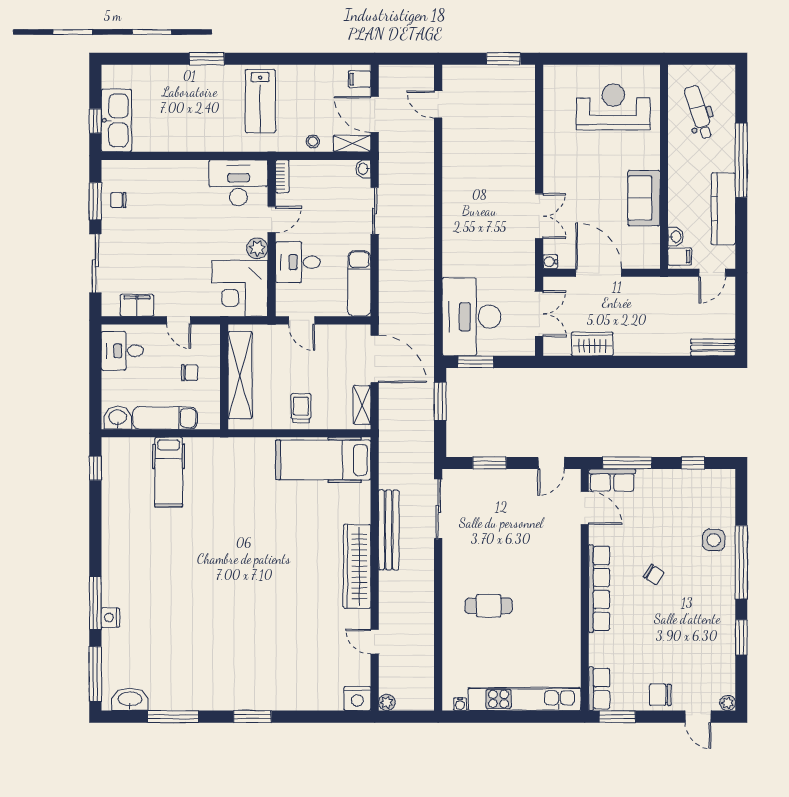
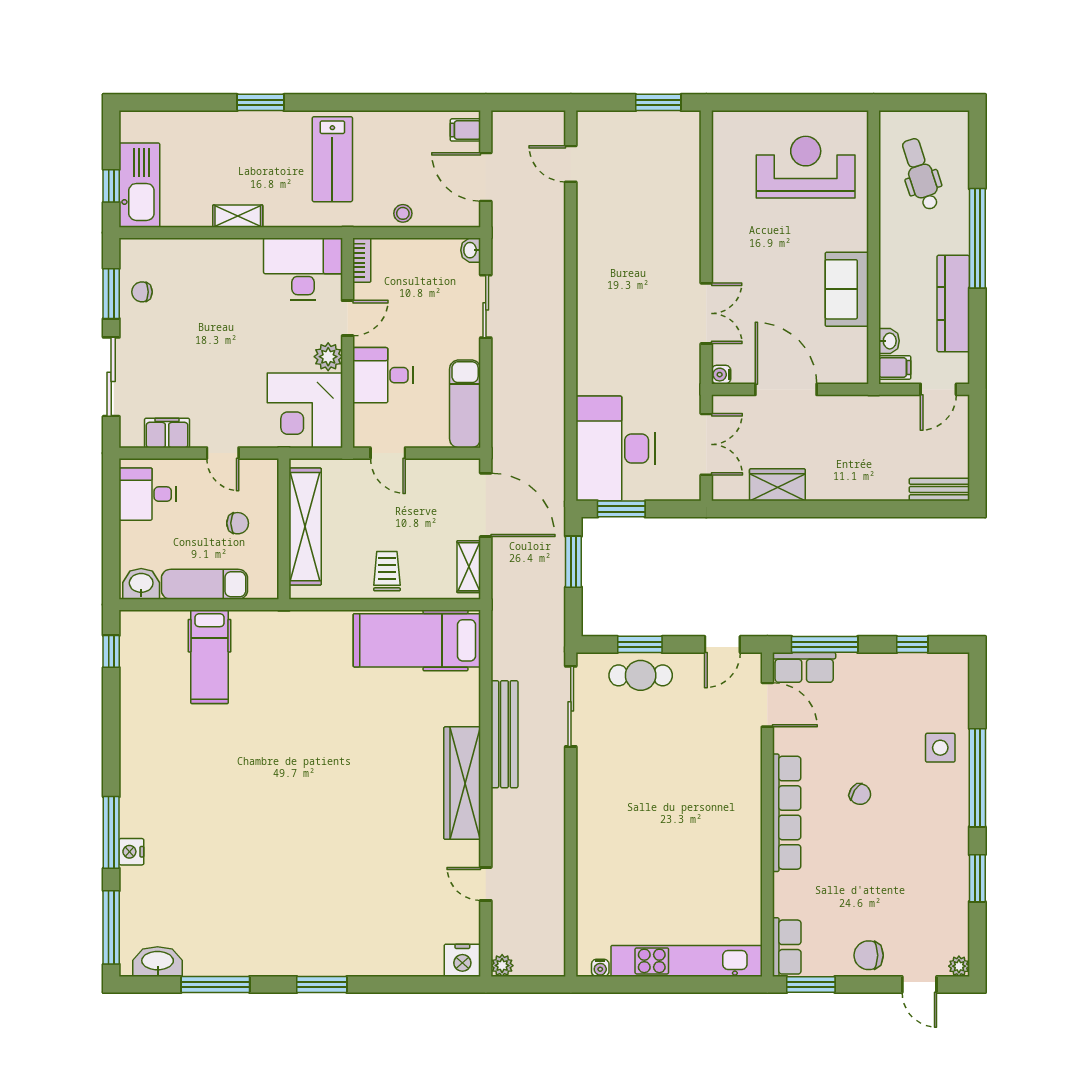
shelving: (352, 143) -> (238, 216), moved
cafe table: (489, 606) -> (641, 675), moved

